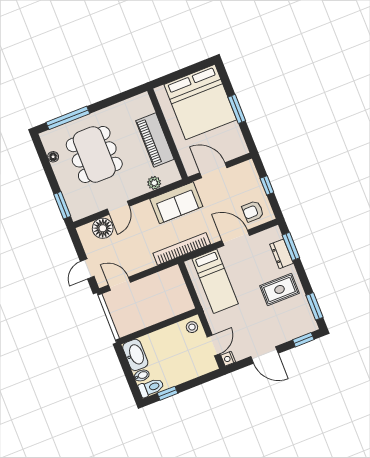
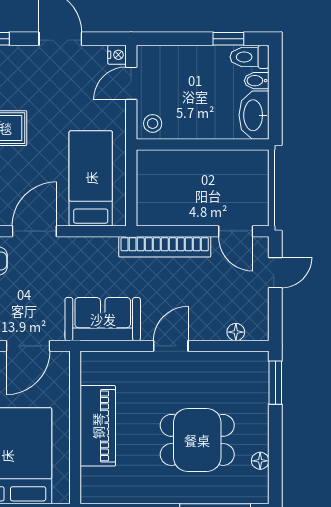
dining table: (94, 154) -> (197, 440), width x0.73
door: (213, 170) -> (28, 346), hinge flipped
plant: (154, 183) -> (124, 362), removed
door: (118, 208) -> (171, 346), moved
floor lamp: (103, 228) -> (236, 332), width x0.53, depth x0.53
door: (236, 238) -> (34, 231), swing flipped
bookcase: (182, 249) -> (165, 247), moved

